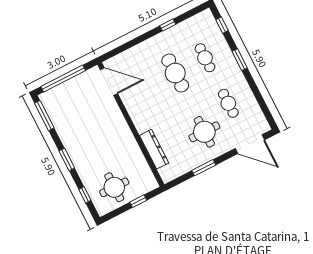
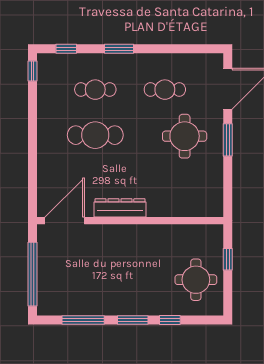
window: (168, 25) -> (32, 71), moved
window: (44, 116) -> (83, 320), moved
dresser: (154, 149) -> (120, 208), moved
window: (204, 168) -> (228, 140), moved
window: (85, 195) -> (170, 320), moved

